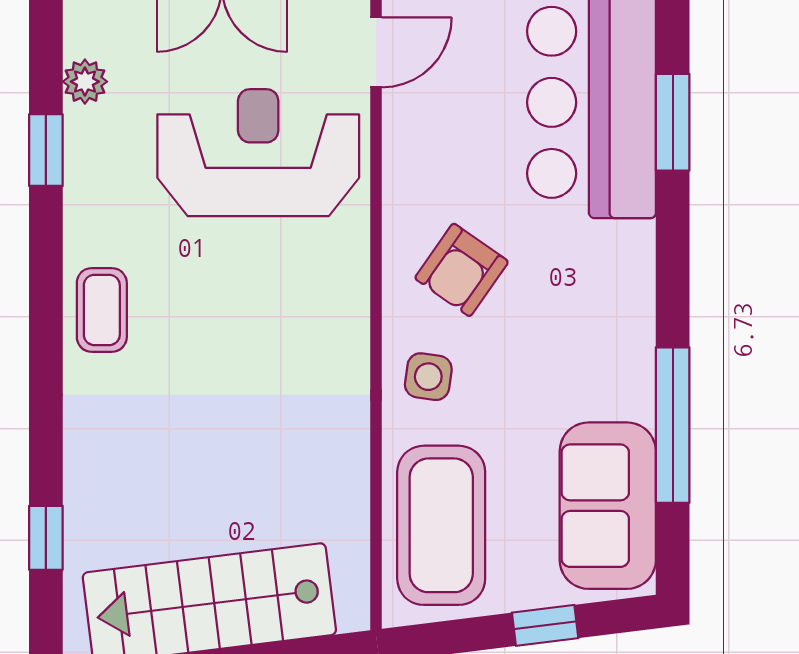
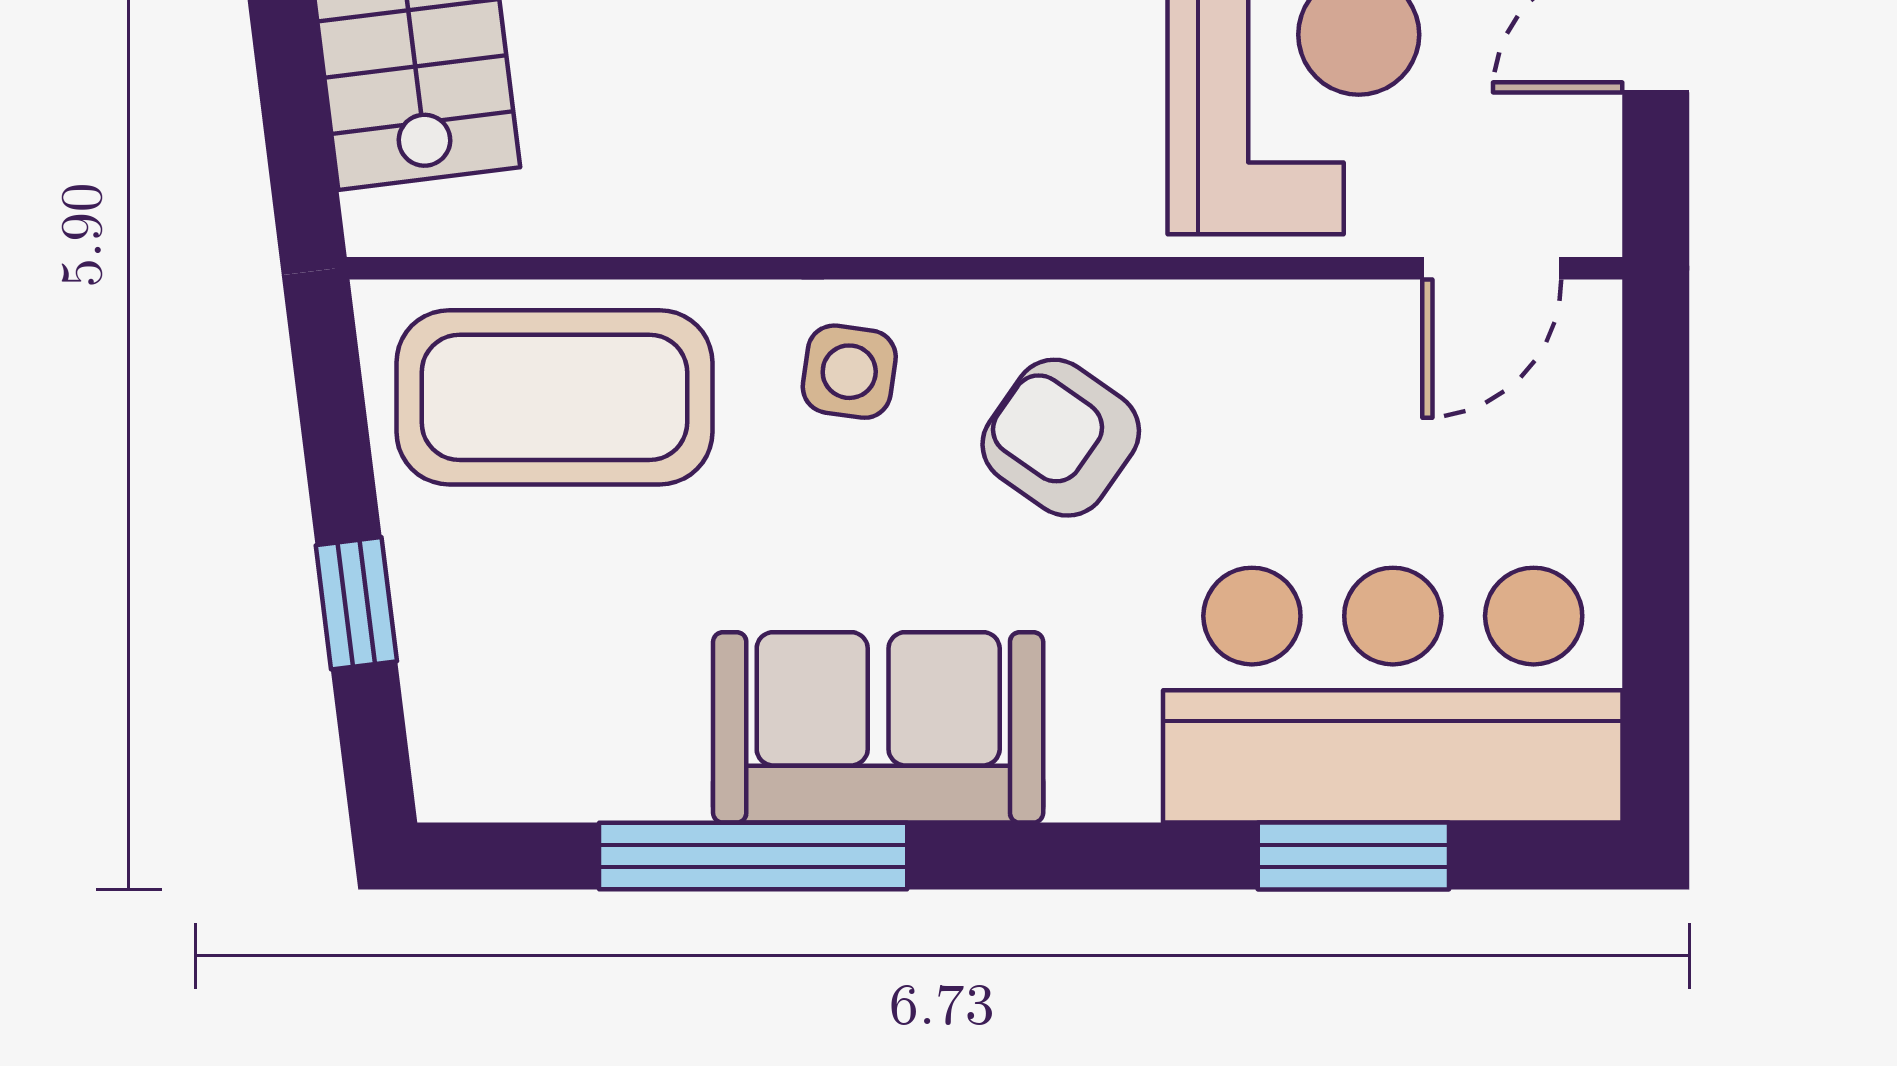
door: (376, 52) -> (1492, 268), hinge flipped
sofa: (608, 506) -> (878, 727), moved

